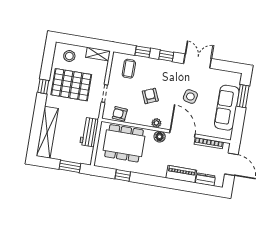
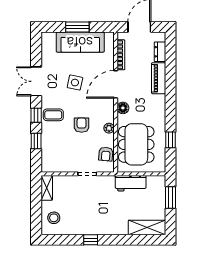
coffee table: (129, 69) -> (53, 115), moved
pallet: (71, 85) -> (84, 211), removed
armchair: (150, 96) -> (82, 125), turned 113
window: (243, 96) -> (77, 27), moved
plant: (156, 123) -> (109, 128), moved
shelving: (47, 132) -> (147, 227), width x0.68

